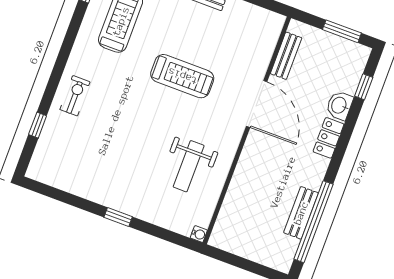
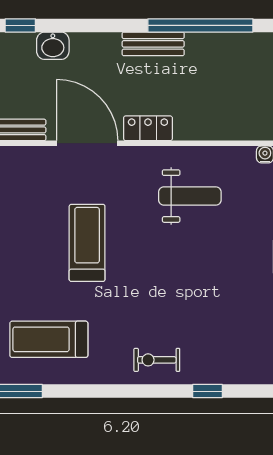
door: (257, 104) -> (87, 143), hinge flipped
locker: (329, 138) -> (148, 128), moved, turned 180
bench: (301, 213) -> (153, 44), moved

